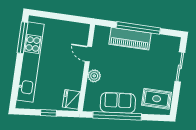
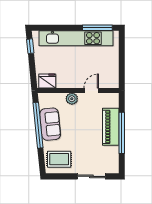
rug: (157, 99) -> (59, 159), turned 90
window: (48, 113) -> (30, 46), moved

